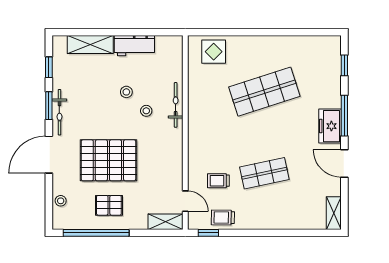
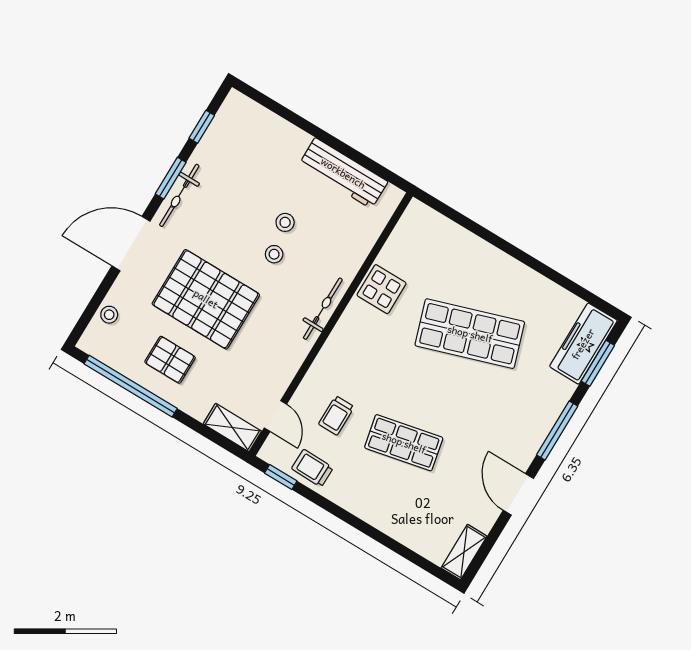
shelving: (90, 45) -> (275, 130), removed
workbench: (134, 46) -> (343, 173), width x1.38
display table: (214, 52) -> (382, 289), moved
window: (344, 65) -> (598, 363), width x1.50
bicycle: (176, 105) -> (323, 309), moved
stool: (146, 111) -> (274, 254), moved
freezer: (330, 126) -> (583, 344), moved, width x1.40
trolley: (218, 181) -> (336, 416), turned -90

